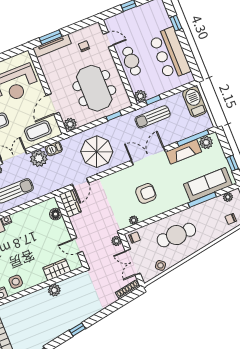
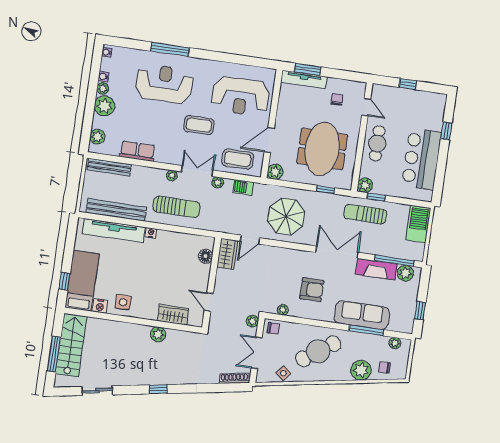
plant: (39, 158) -> (218, 182), width x0.53, depth x0.53
sofa: (208, 185) -> (362, 315), moved
plant: (215, 231) -> (361, 370), added
cafe table: (176, 235) -> (318, 351), turned -35

